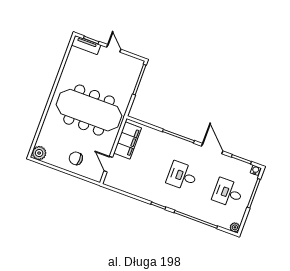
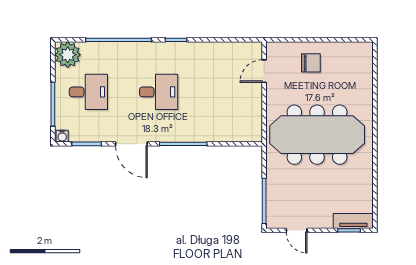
door: (114, 48) -> (297, 230), moved
filing cabinet: (128, 140) -> (250, 113), removed
plant: (39, 153) -> (363, 52), removed
door: (108, 164) -> (264, 71), swing flipped
plant: (235, 227) -> (68, 55), width x1.88, depth x1.88

